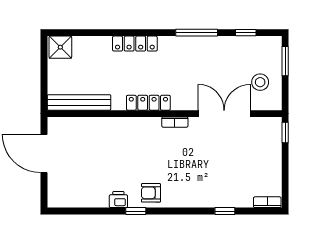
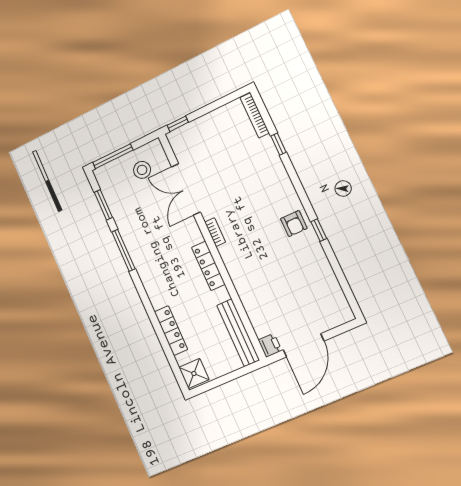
window: (246, 33) -> (103, 205), width x1.50
locker: (135, 44) -> (171, 331), moved
window: (285, 61) -> (113, 156), width x1.44
printer: (118, 200) -> (270, 345), moved, turned 180
bookcase: (267, 202) -> (255, 115), width x1.56

